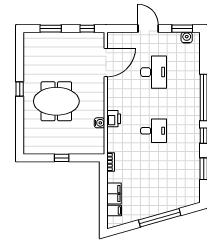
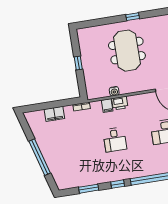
filing cabinet: (114, 211) -> (107, 106), moved

